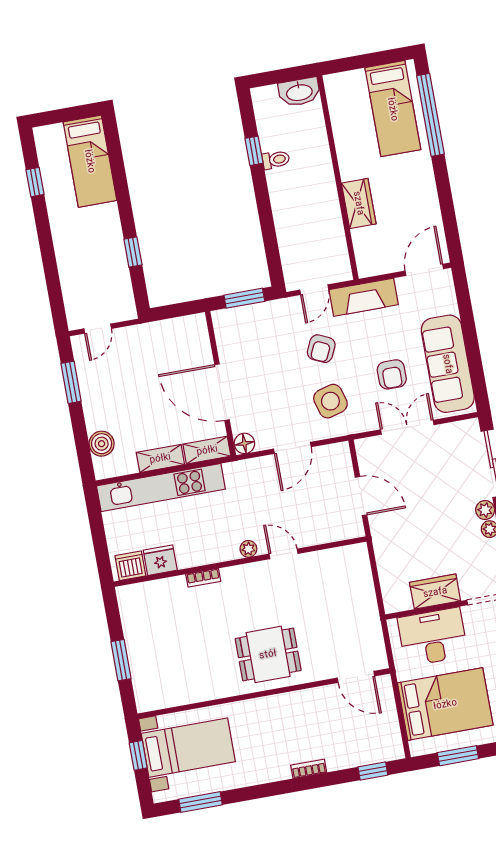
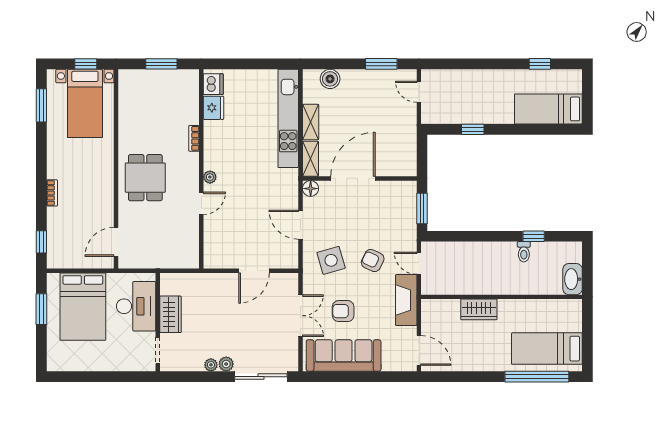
plant: (248, 549) -> (210, 177), moved
door: (283, 554) -> (201, 203), moved
fridge: (160, 560) -> (213, 108), moved
wall: (240, 562) -> (201, 169), moved
dishwasher: (130, 566) -> (213, 84), moved
bookcase: (203, 578) -> (194, 138), moved

